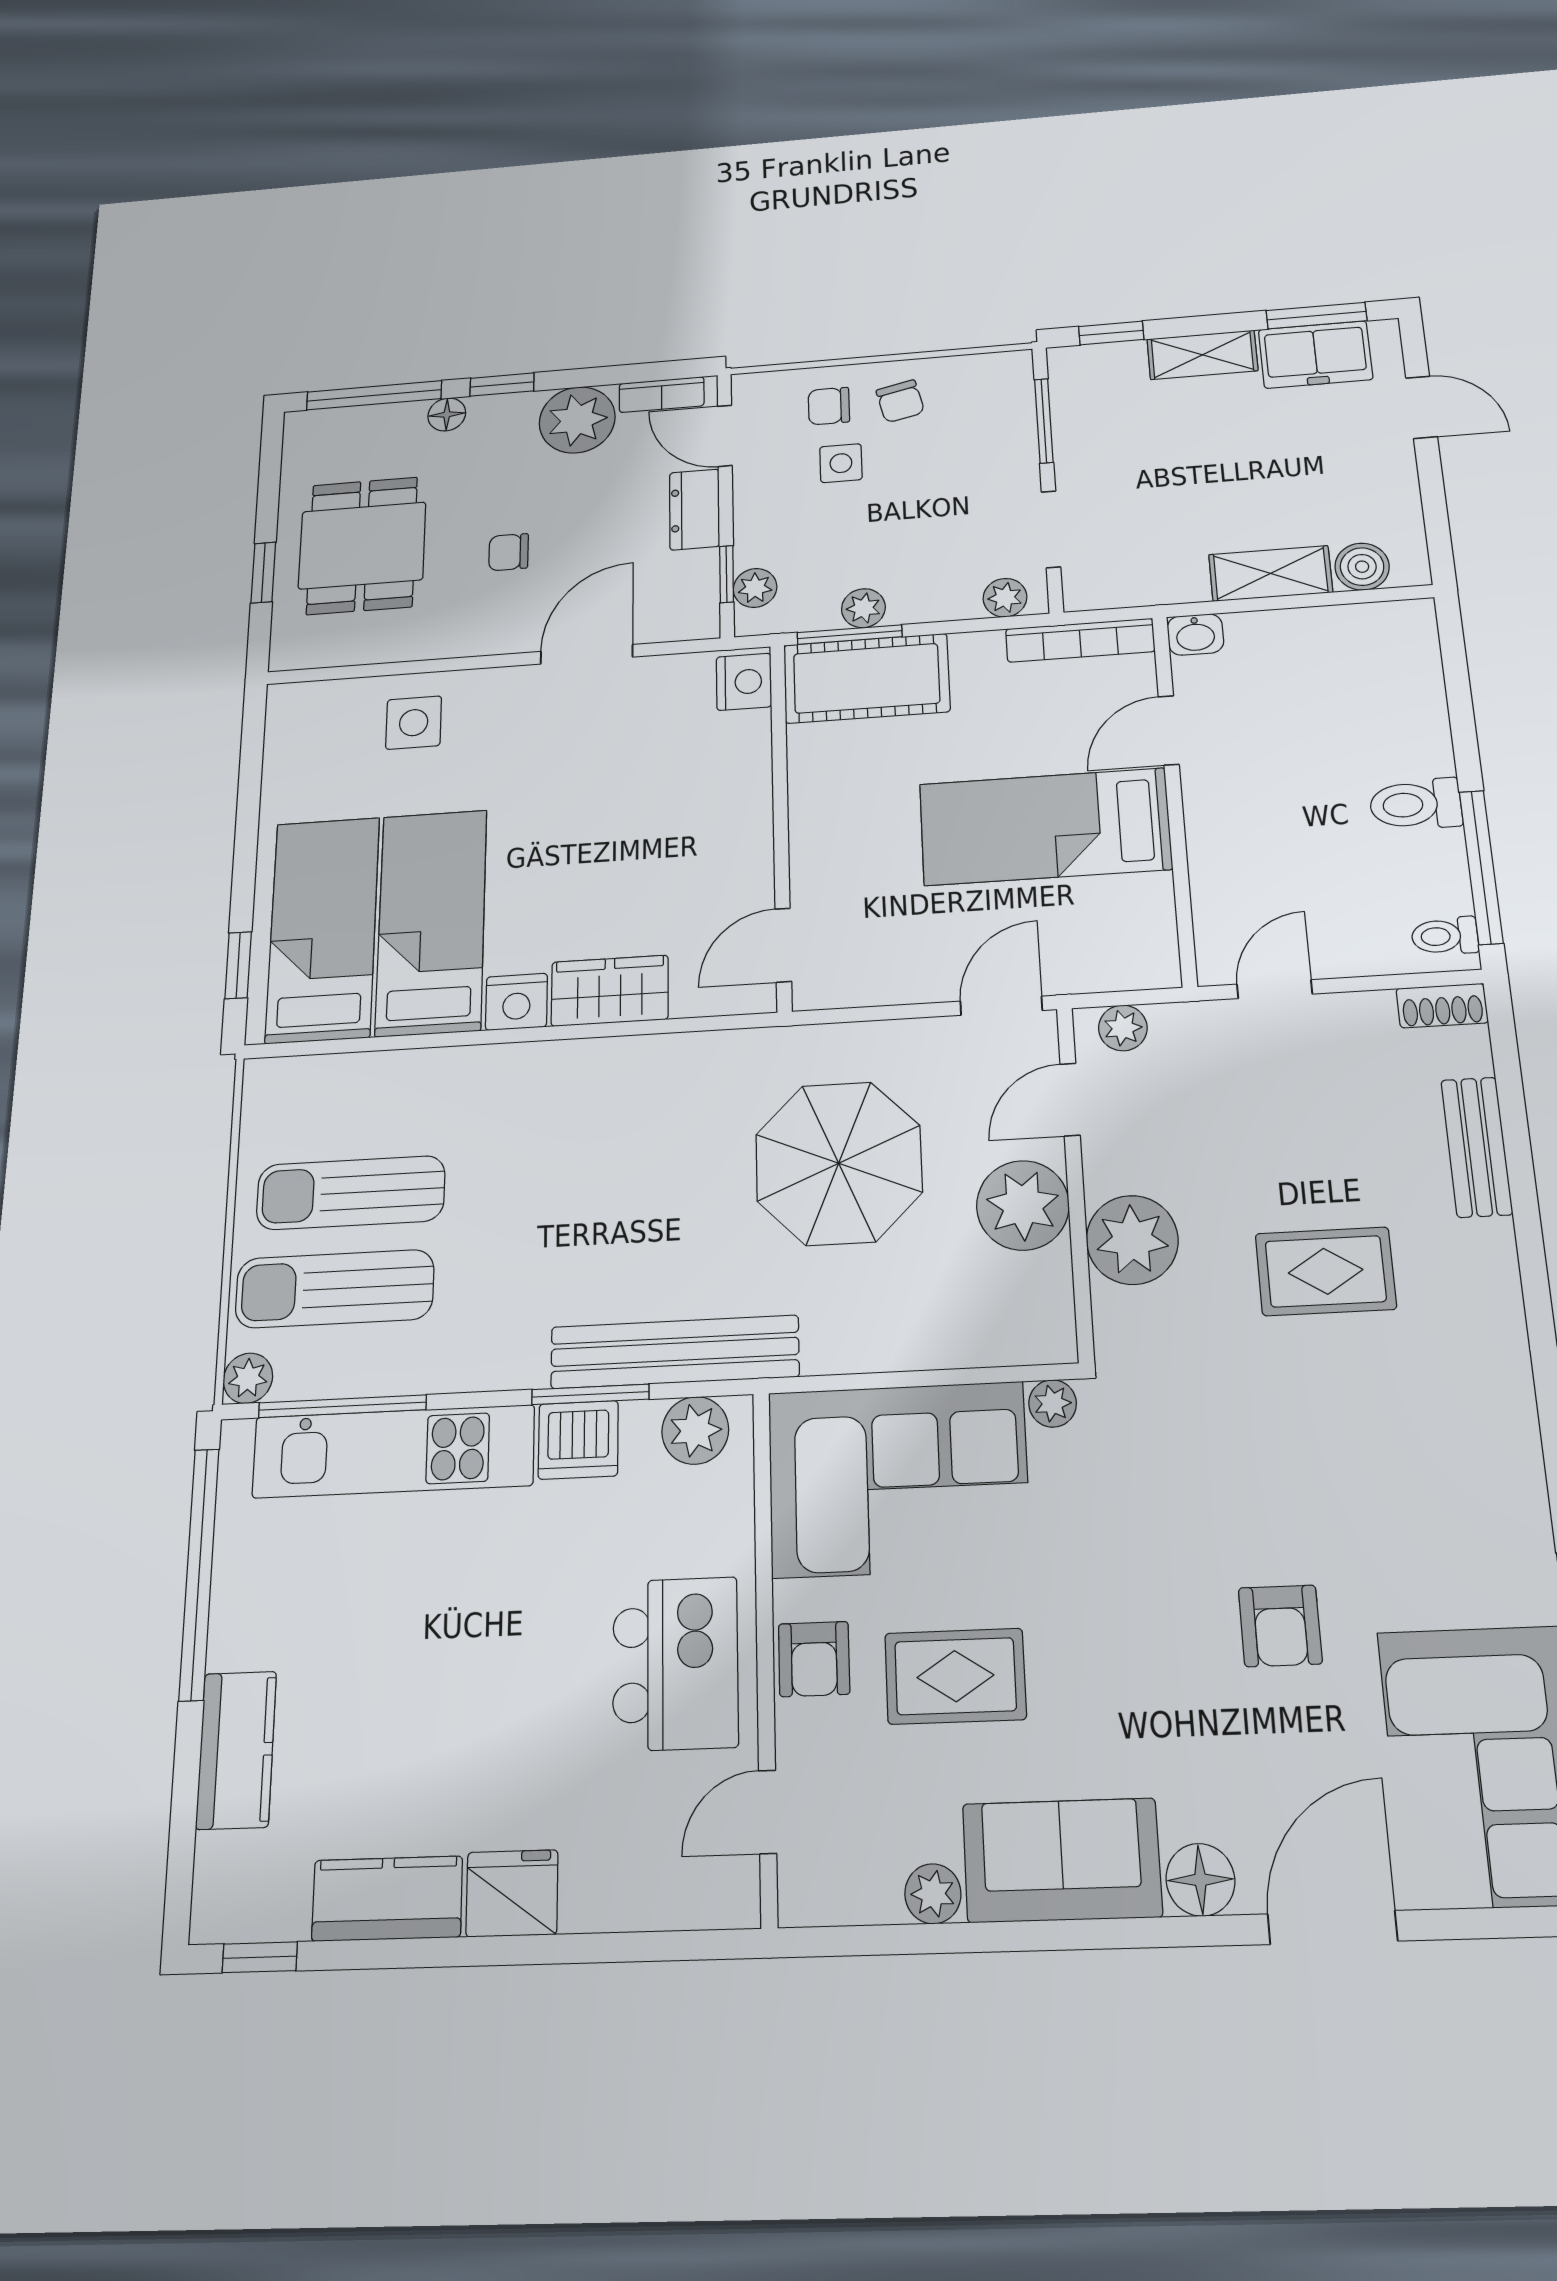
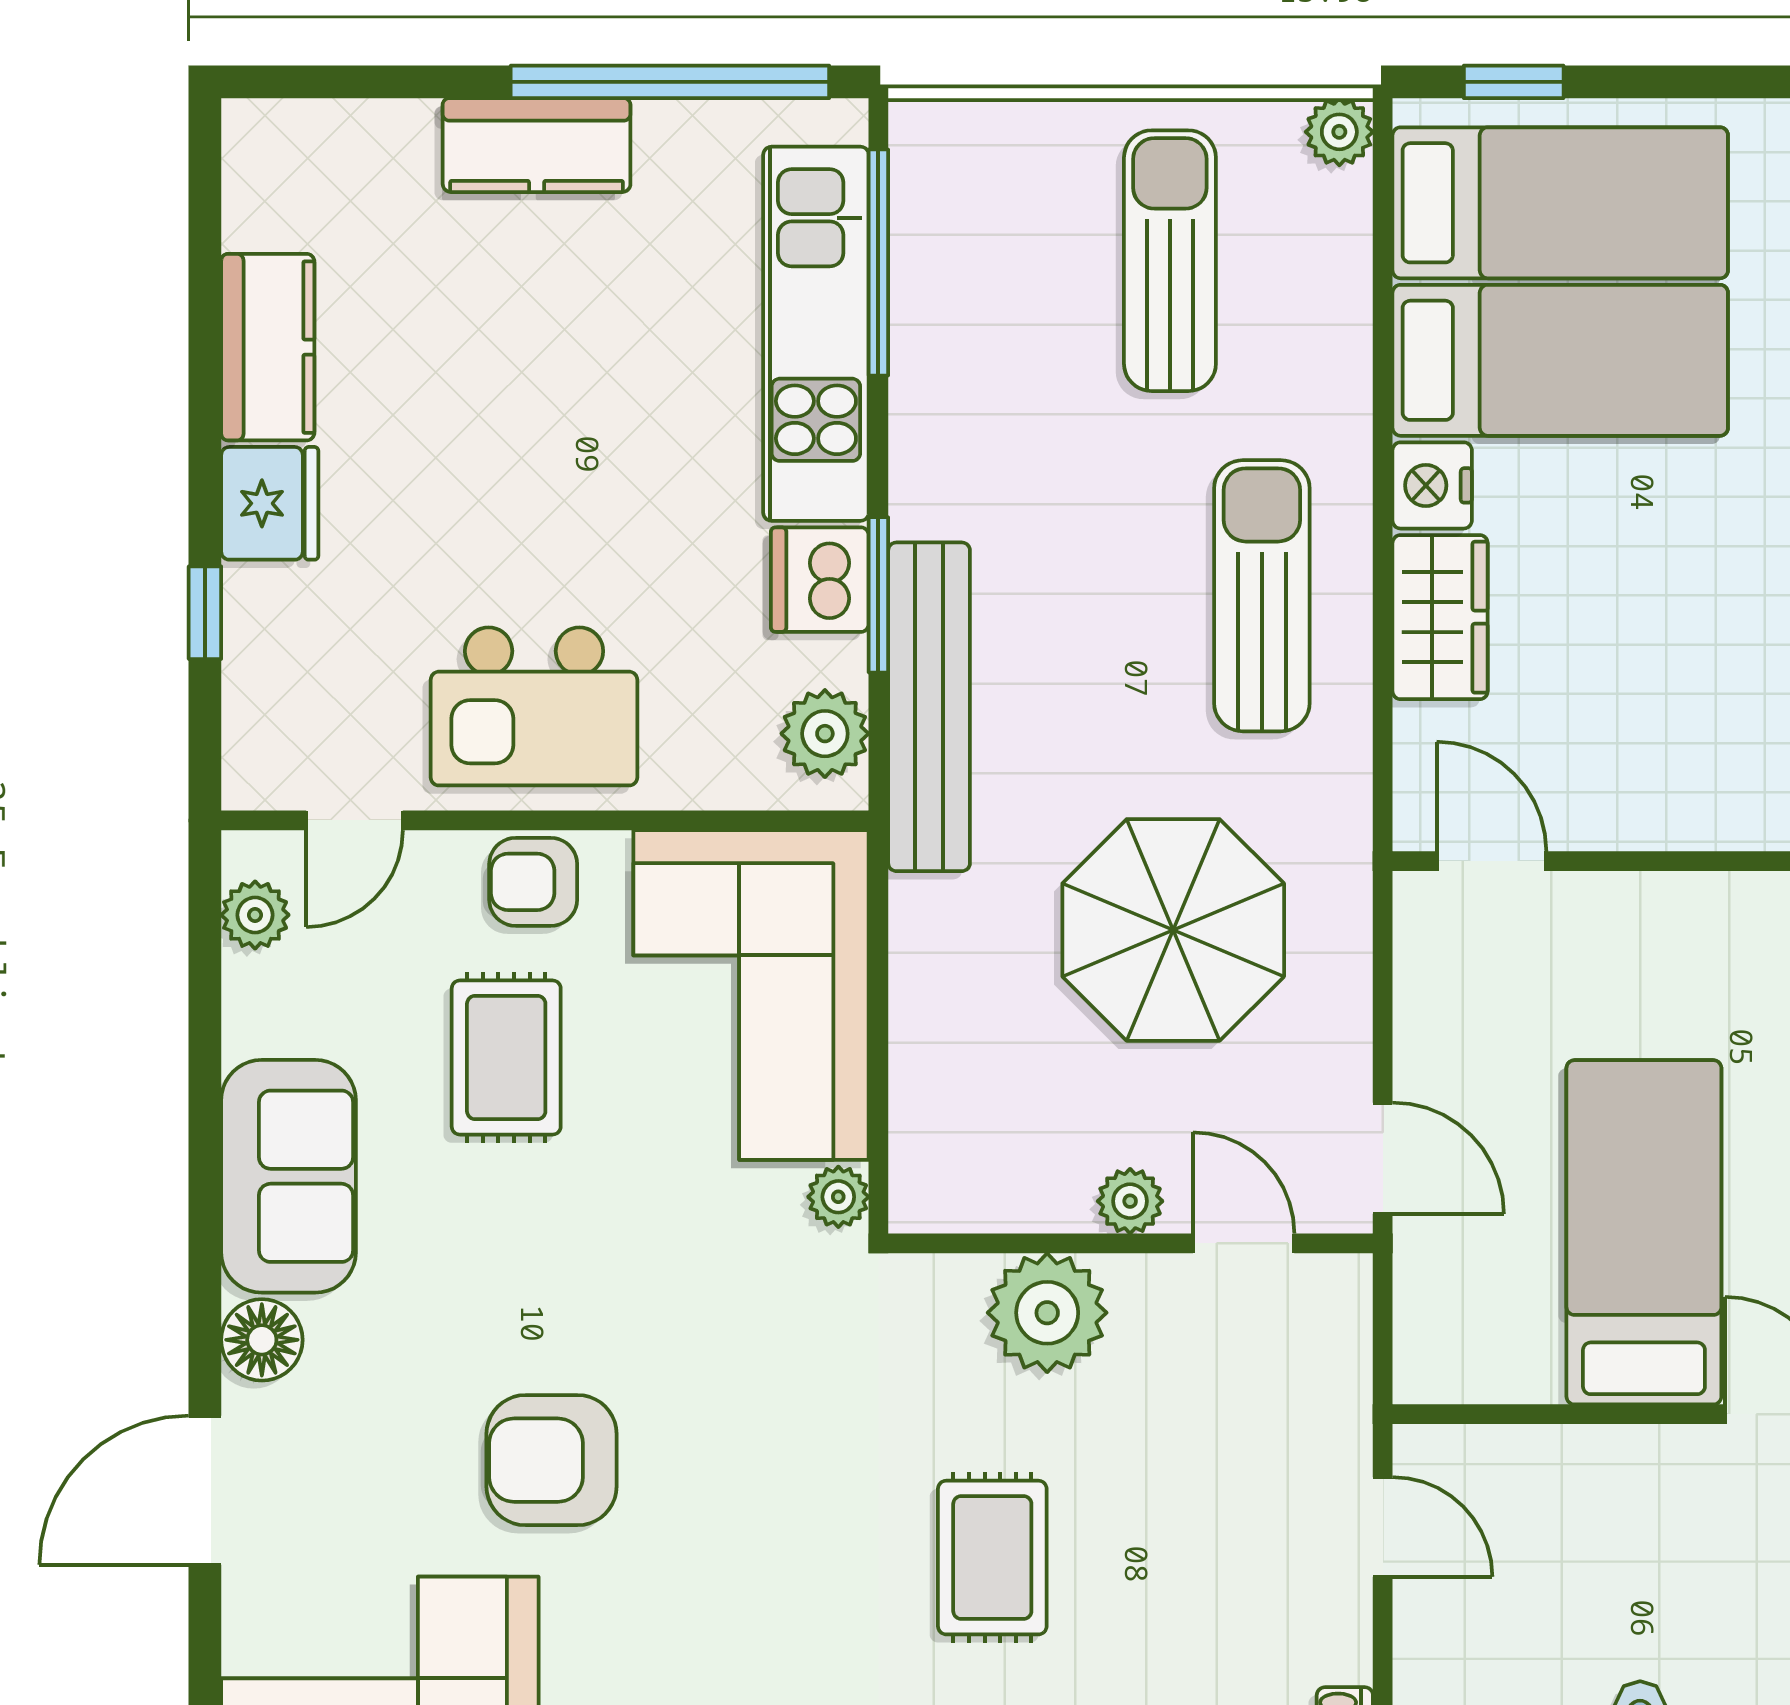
plant: (1123, 1028) -> (1340, 1320), removed
plant: (1023, 1205) -> (1130, 1201), width x0.53, depth x0.53
sun lounger: (335, 1289) -> (1262, 596), moved
plant: (248, 1378) -> (1339, 132), moved
armchair: (1280, 1626) -> (552, 1460), width x1.38, depth x1.38
kitchen counter: (236, 1750) -> (537, 145), moved
door: (768, 1812) -> (354, 820), swing flipped
plant: (933, 1894) -> (255, 915), moved
door: (1332, 1927) -> (205, 1490), swing flipped
window: (260, 1957) -> (205, 613), moved

